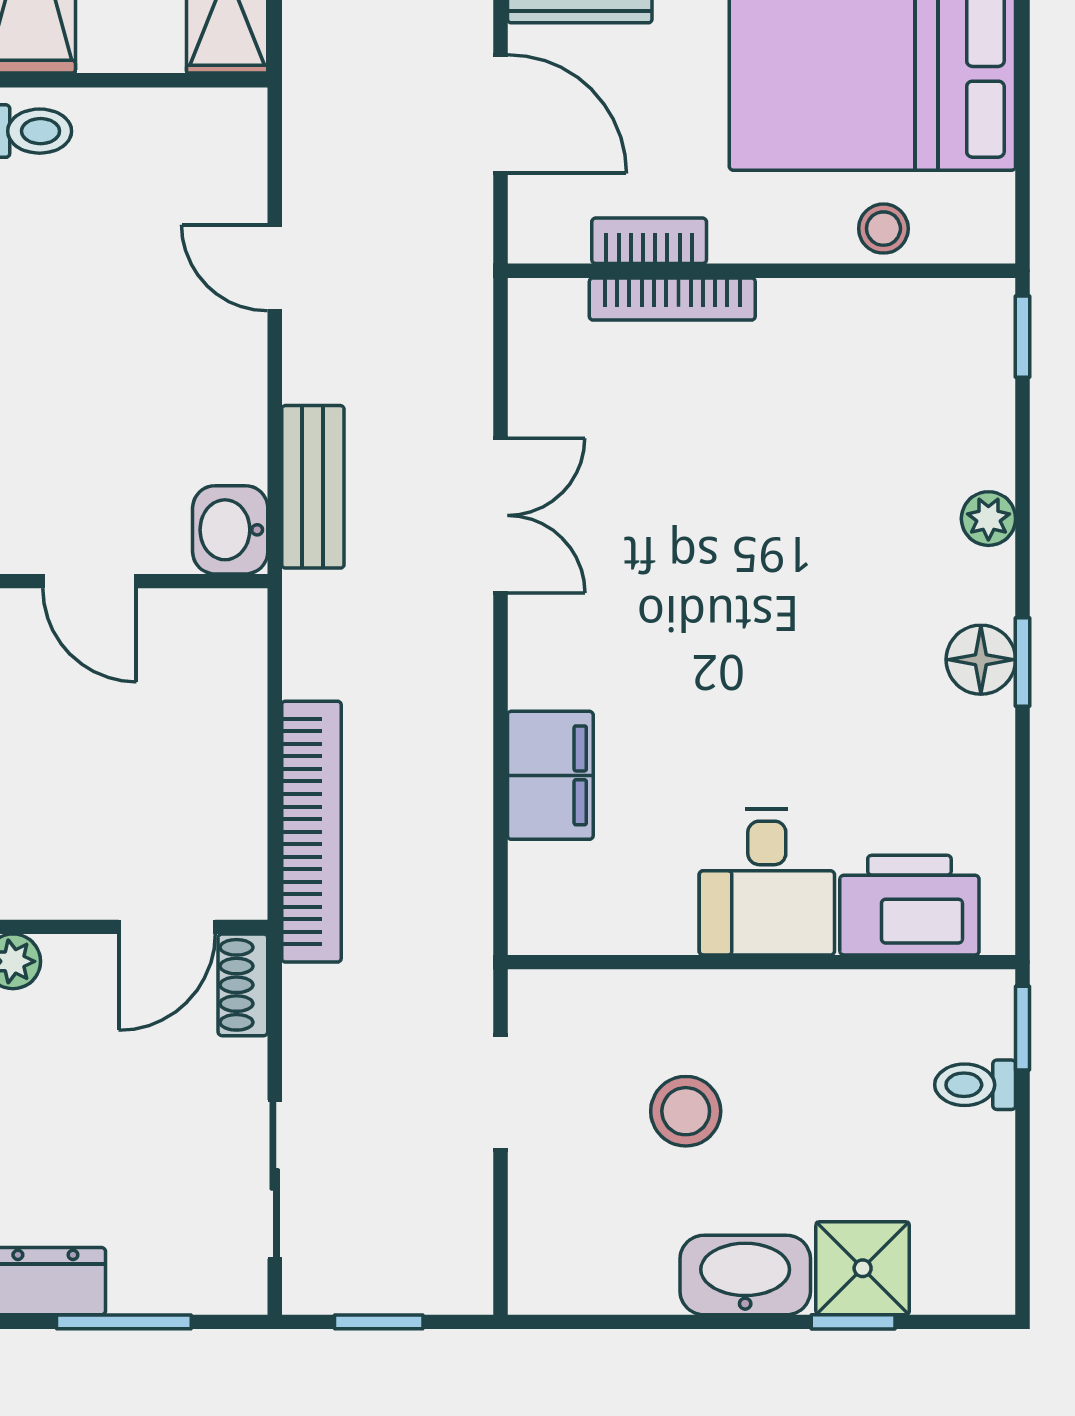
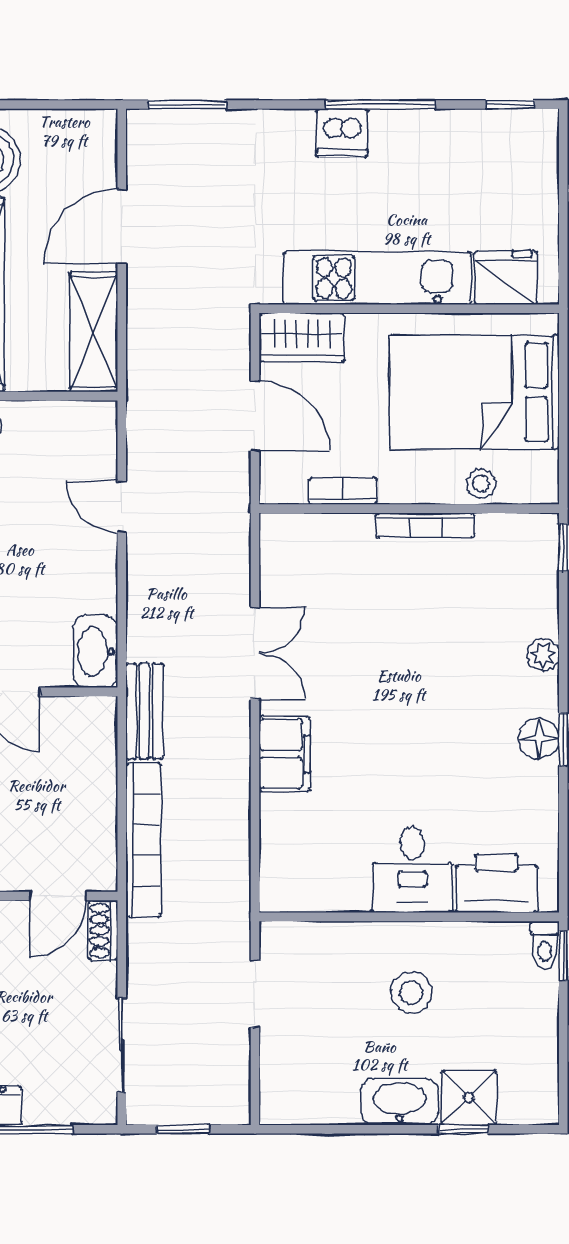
bookcase: (672, 299) -> (425, 525), moved
bench: (313, 487) -> (144, 711), moved
washbasin: (230, 530) -> (95, 652), width x1.38
filing cabinet: (550, 775) -> (284, 754), moved
toilet: (975, 1085) -> (545, 945), moved, turned -90
stool: (686, 1111) -> (411, 992), moved

